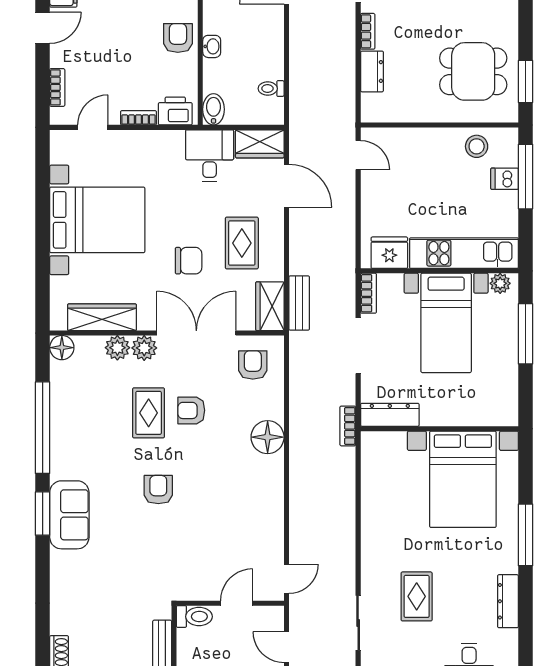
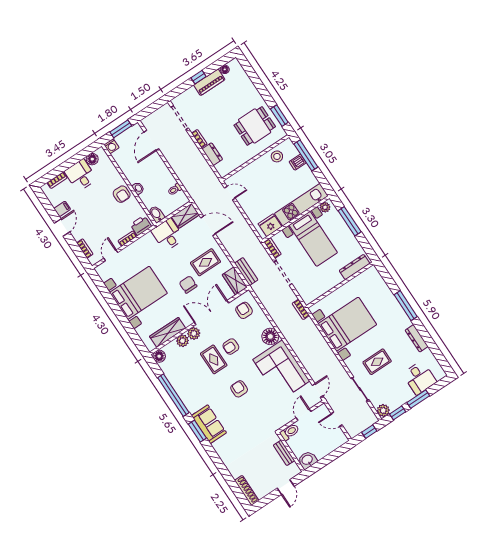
armchair: (178, 38) -> (122, 194), turned 180
rug: (242, 243) -> (205, 262), turned 90
chair: (189, 261) -> (188, 285), turned -90
dresser: (390, 415) -> (355, 267), moved
bed with nightstands: (463, 479) -> (347, 324), moved, turned -90
corner sofa: (249, 505) -> (281, 370), added
rug: (417, 596) -> (377, 362), turned 90

